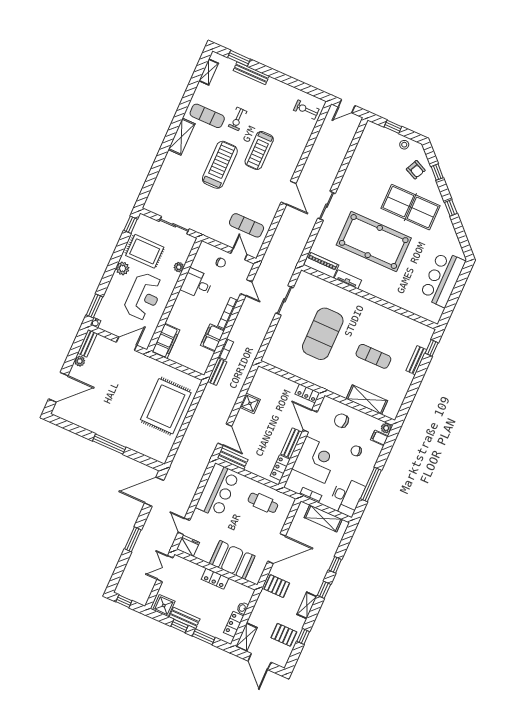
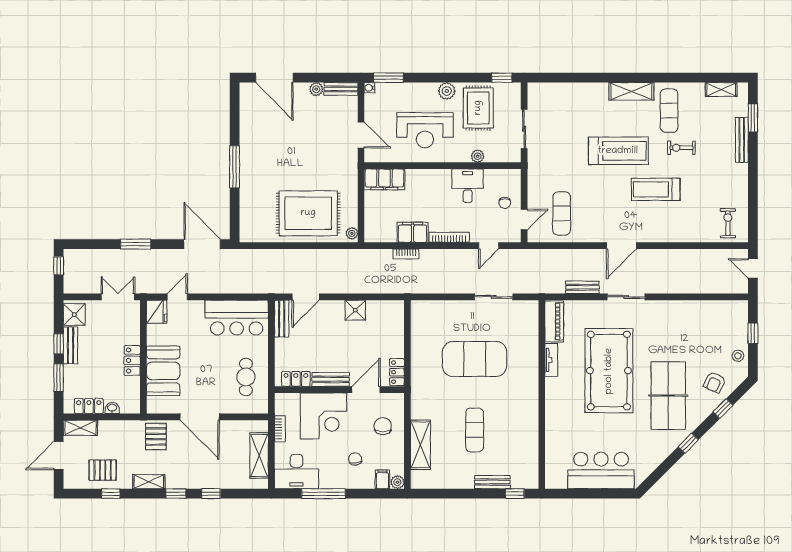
bench: (217, 372) -> (582, 287), moved
plant: (194, 381) -> (352, 233), added
pallet: (284, 635) -> (103, 470), turned 90

